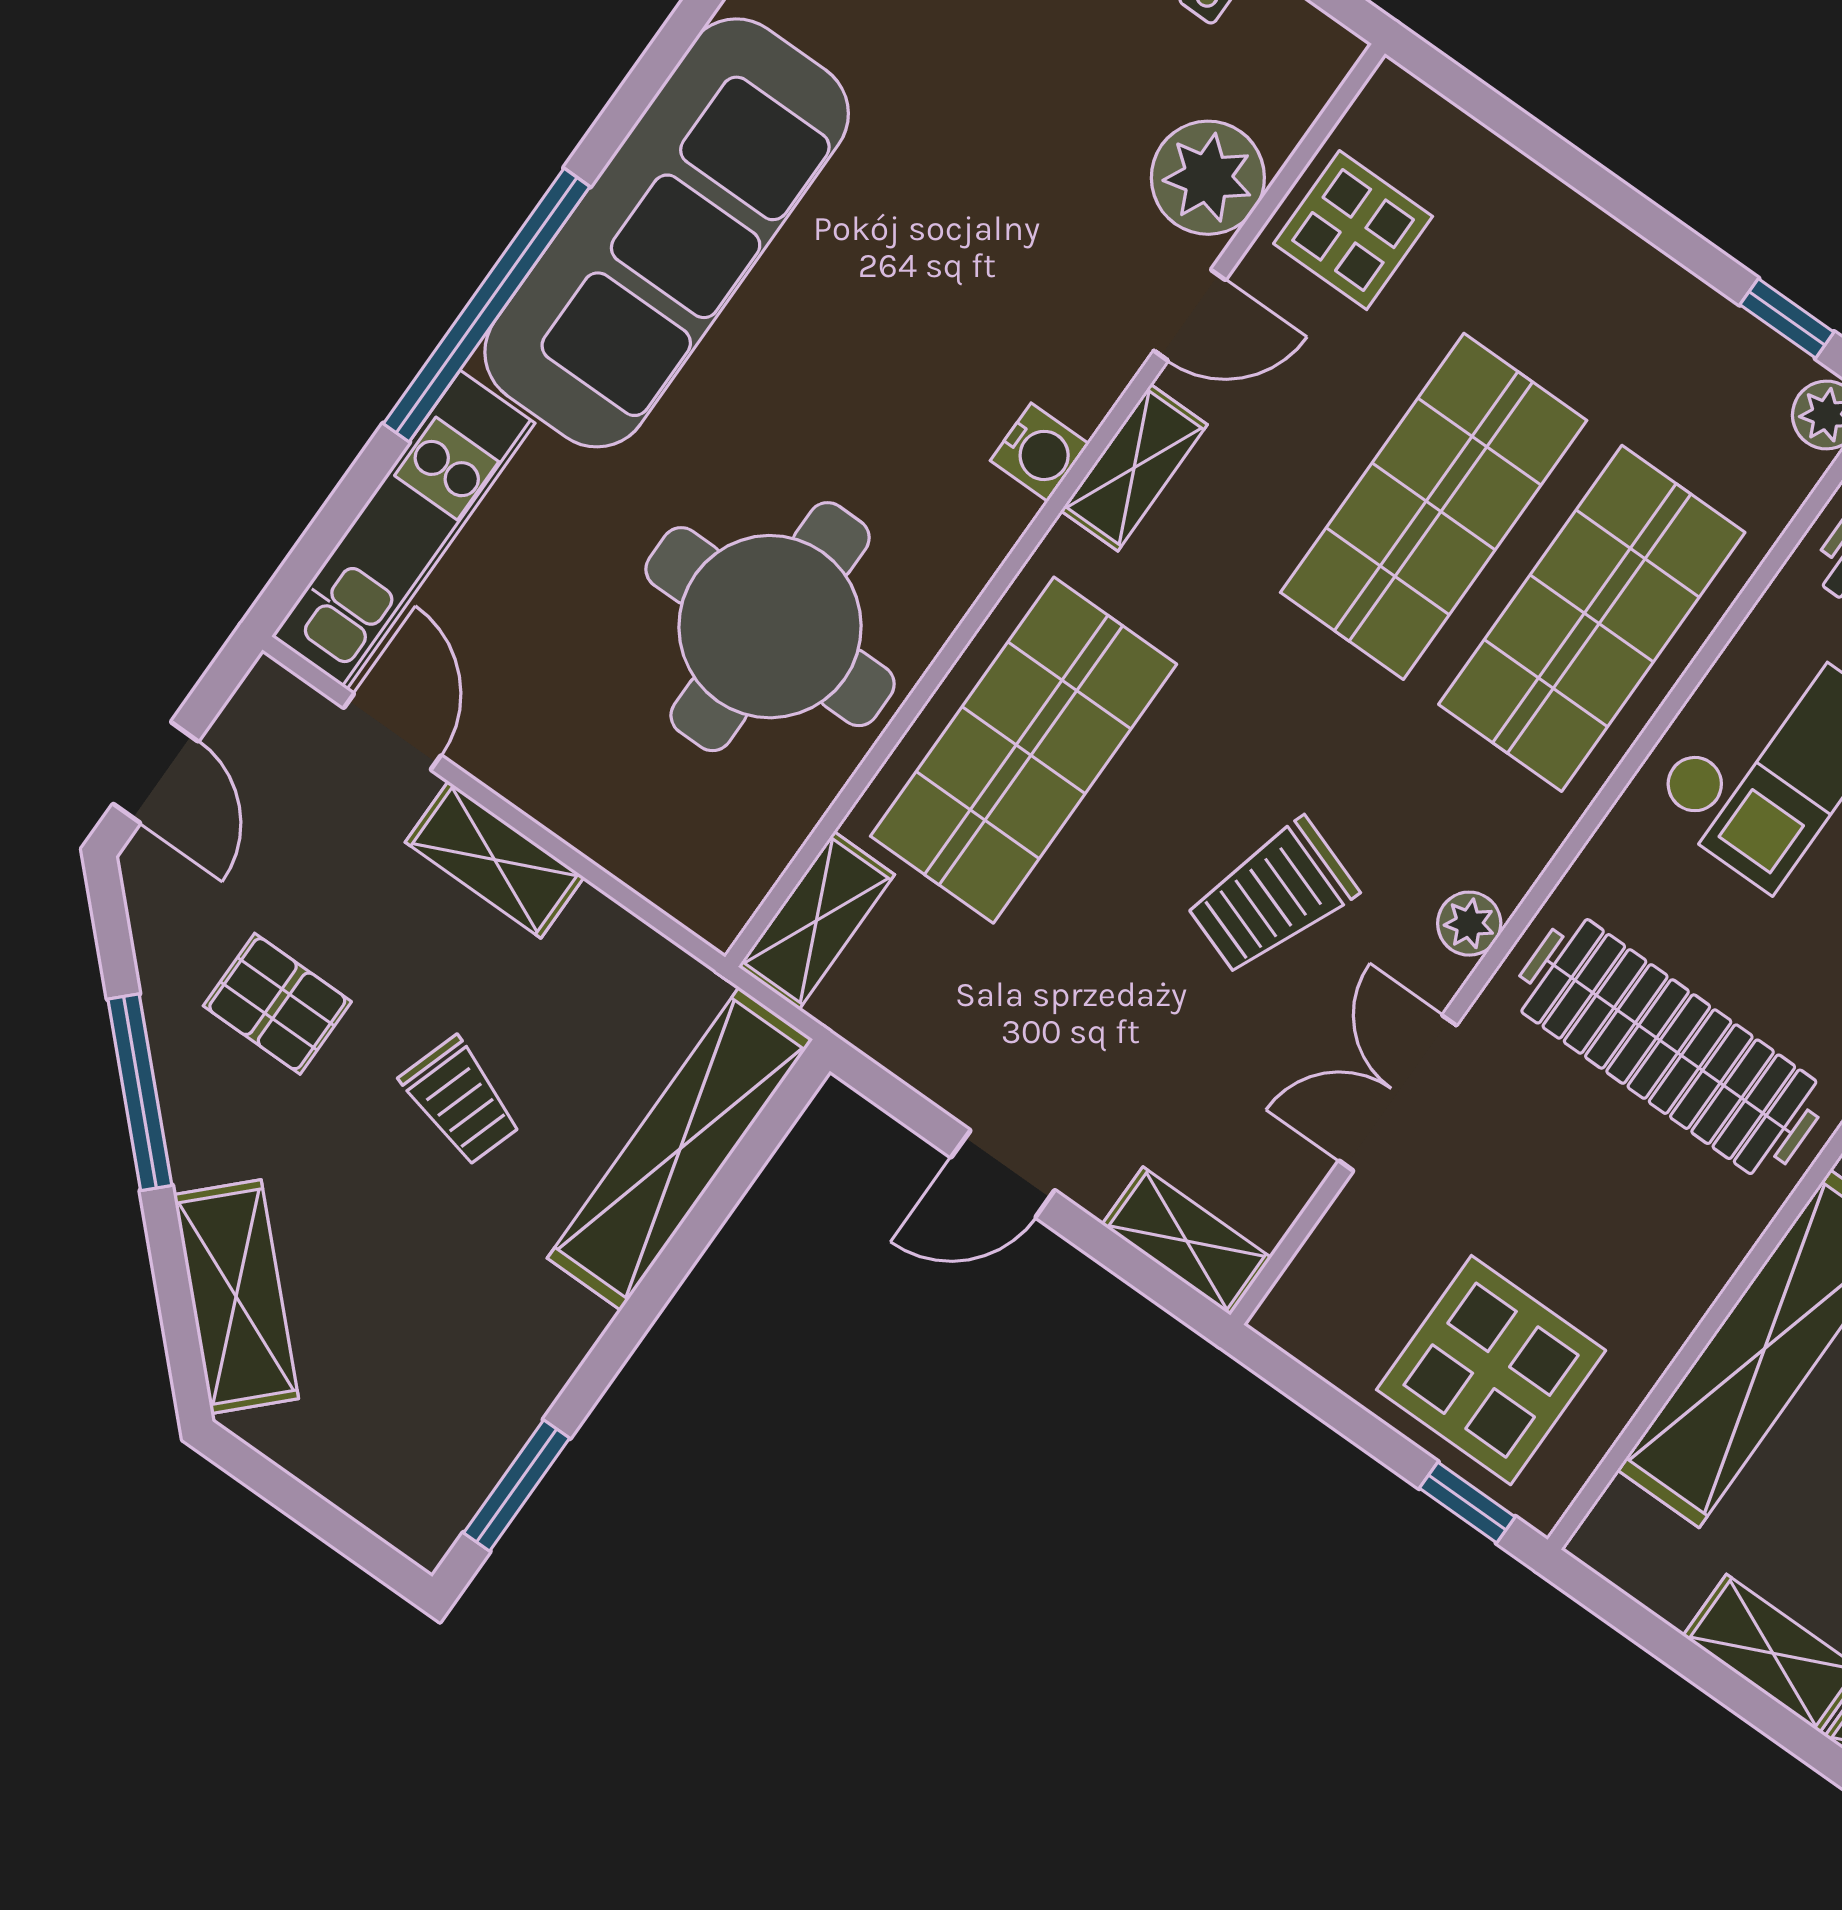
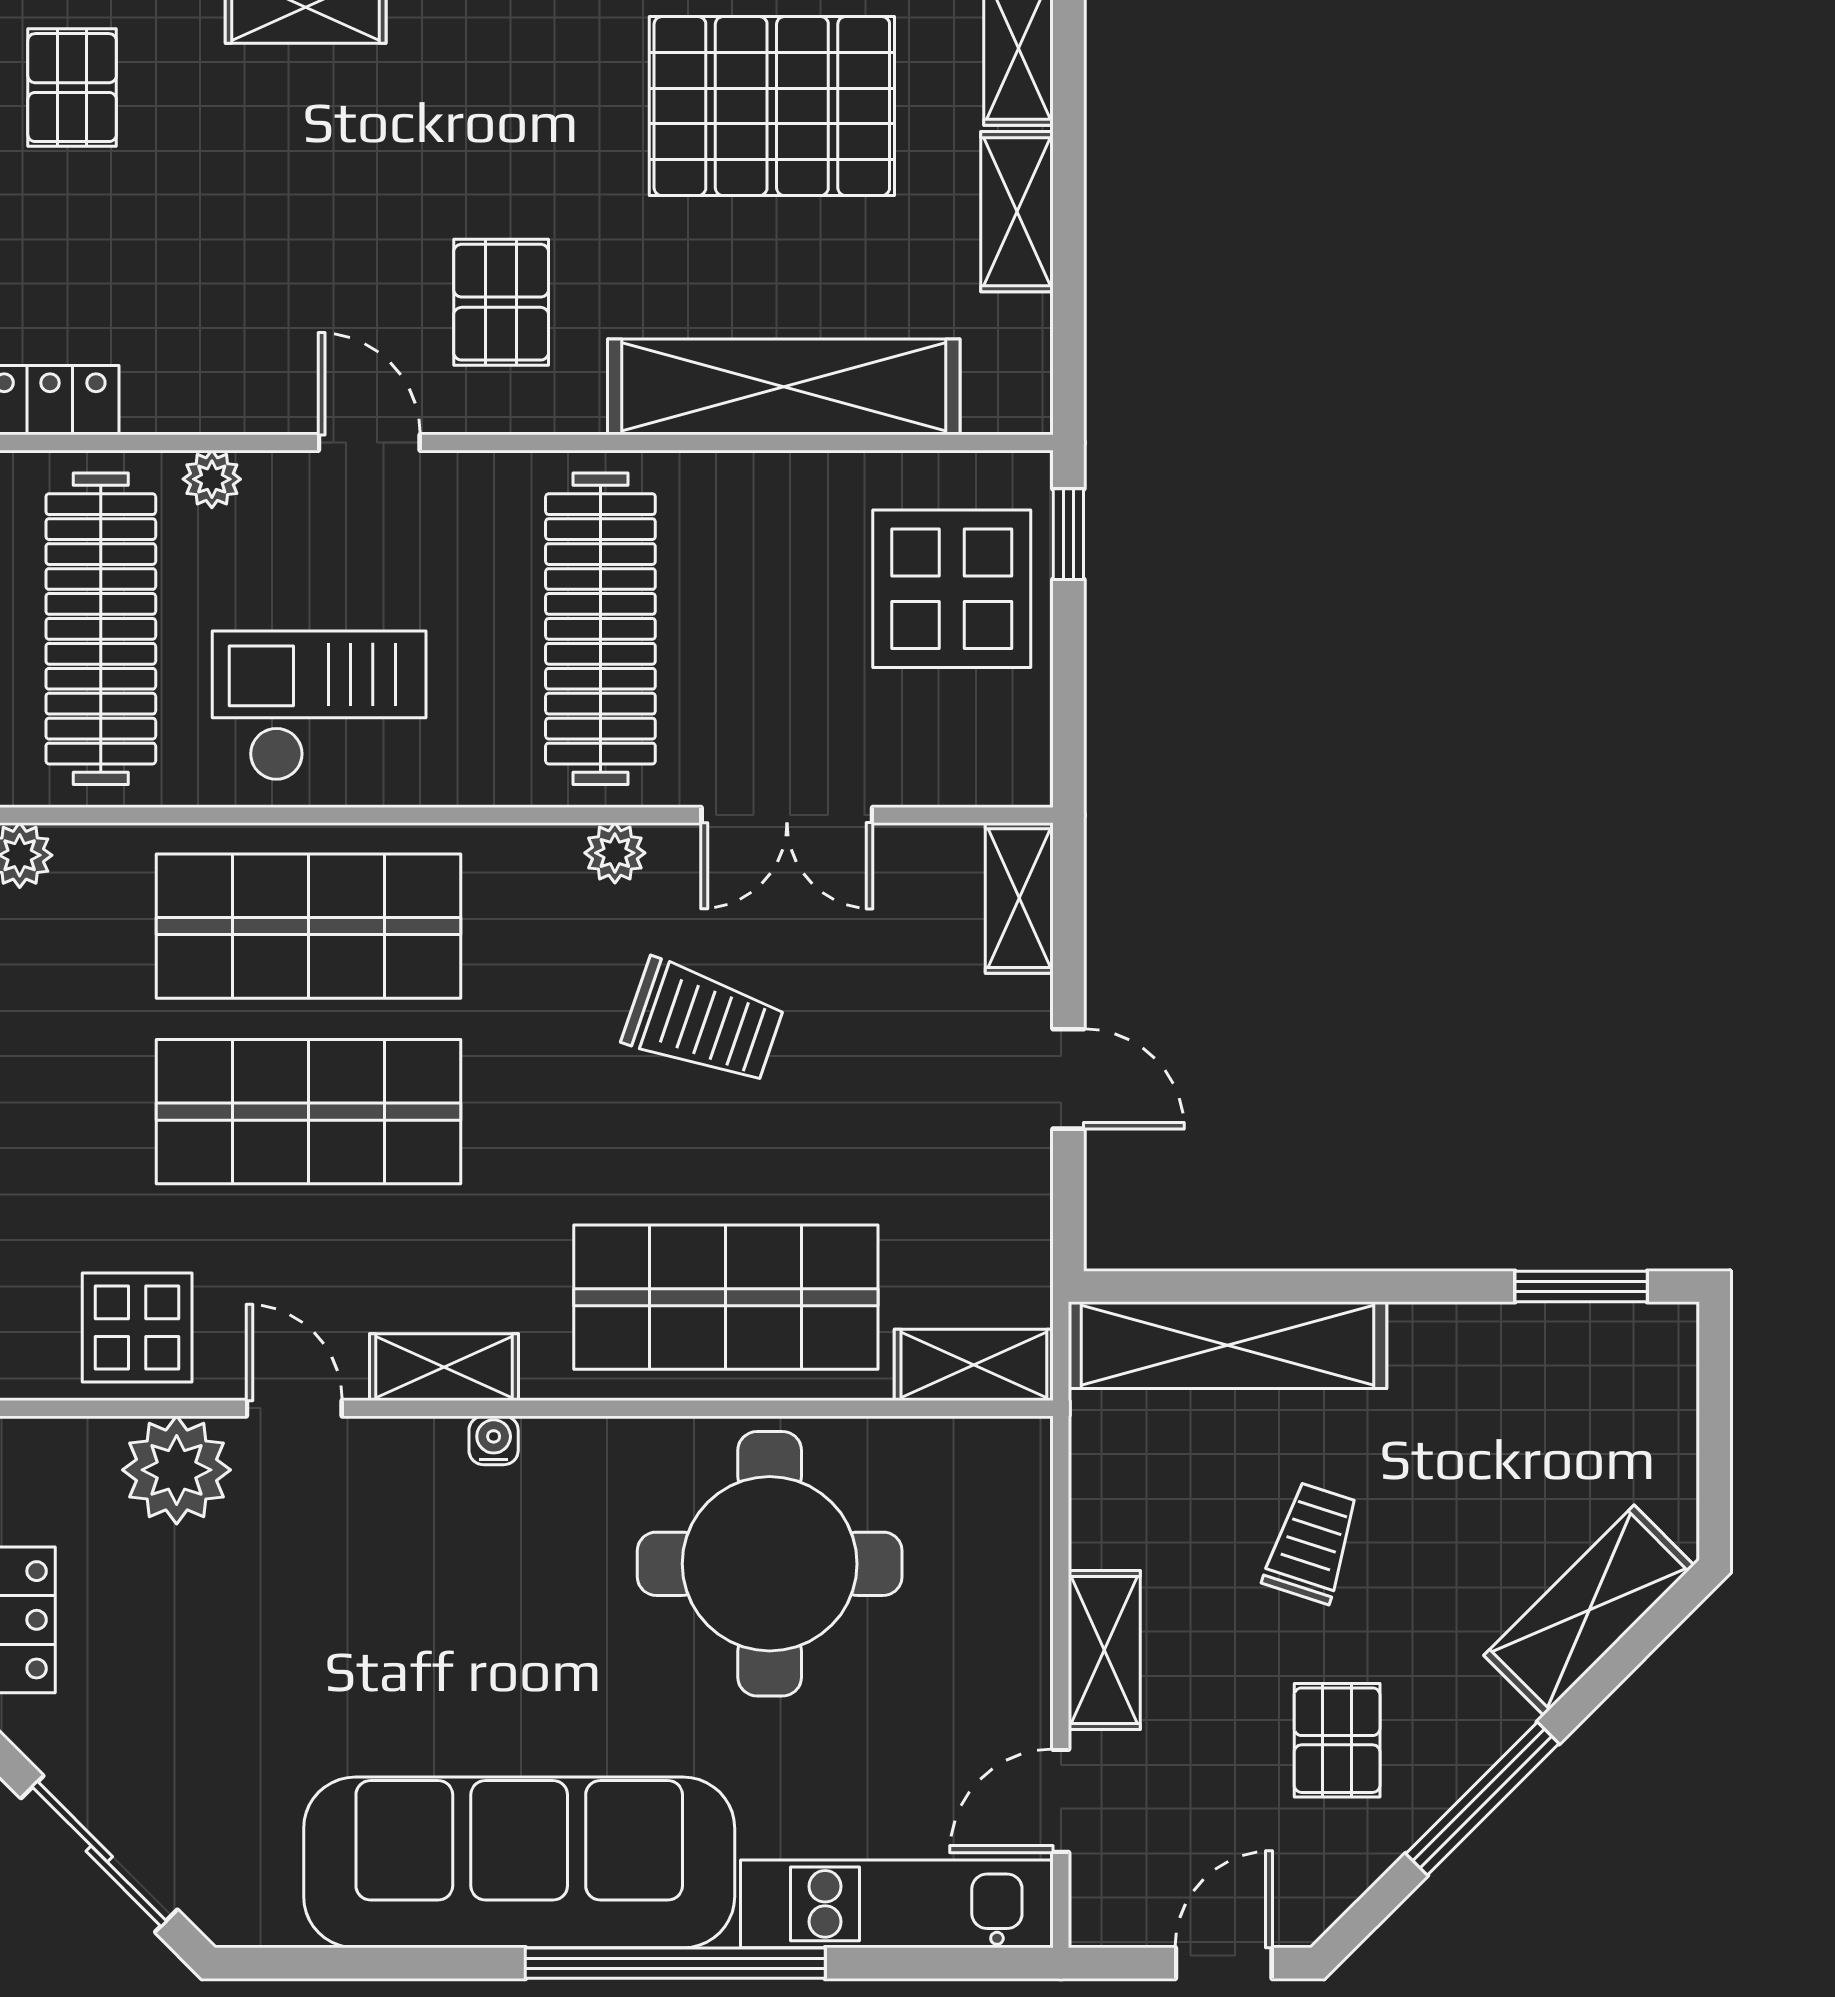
water cooler: (1039, 452) -> (494, 1440), width x0.72, depth x0.72

